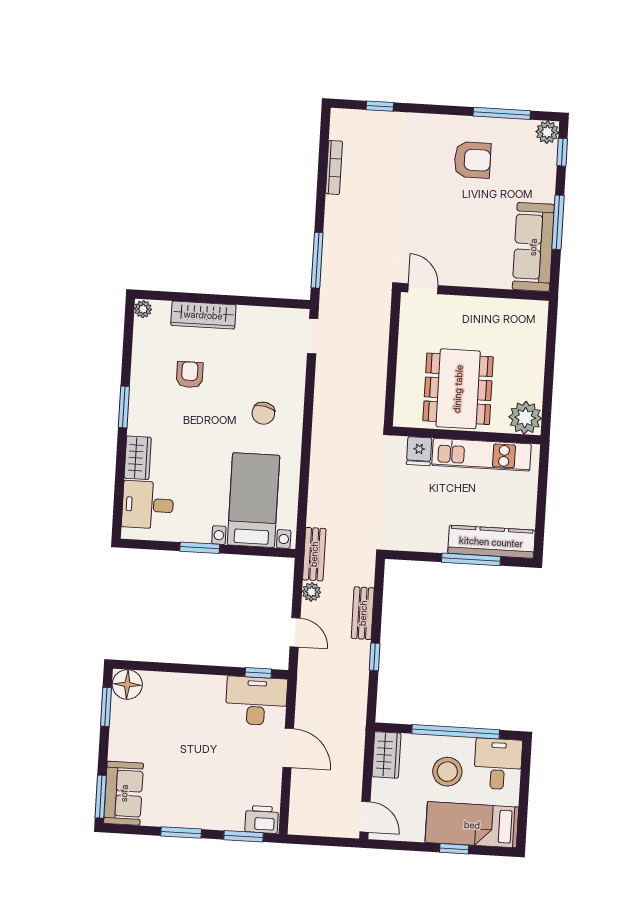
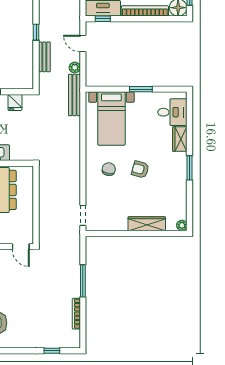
window: (317, 260) -> (83, 281), moved
armchair: (190, 375) -> (140, 169), moved, turned 106
fridge: (419, 451) -> (15, 102), moved, turned 180
bench: (314, 554) -> (74, 95), width x1.36
bookcase: (185, 682) -> (145, 11), added

